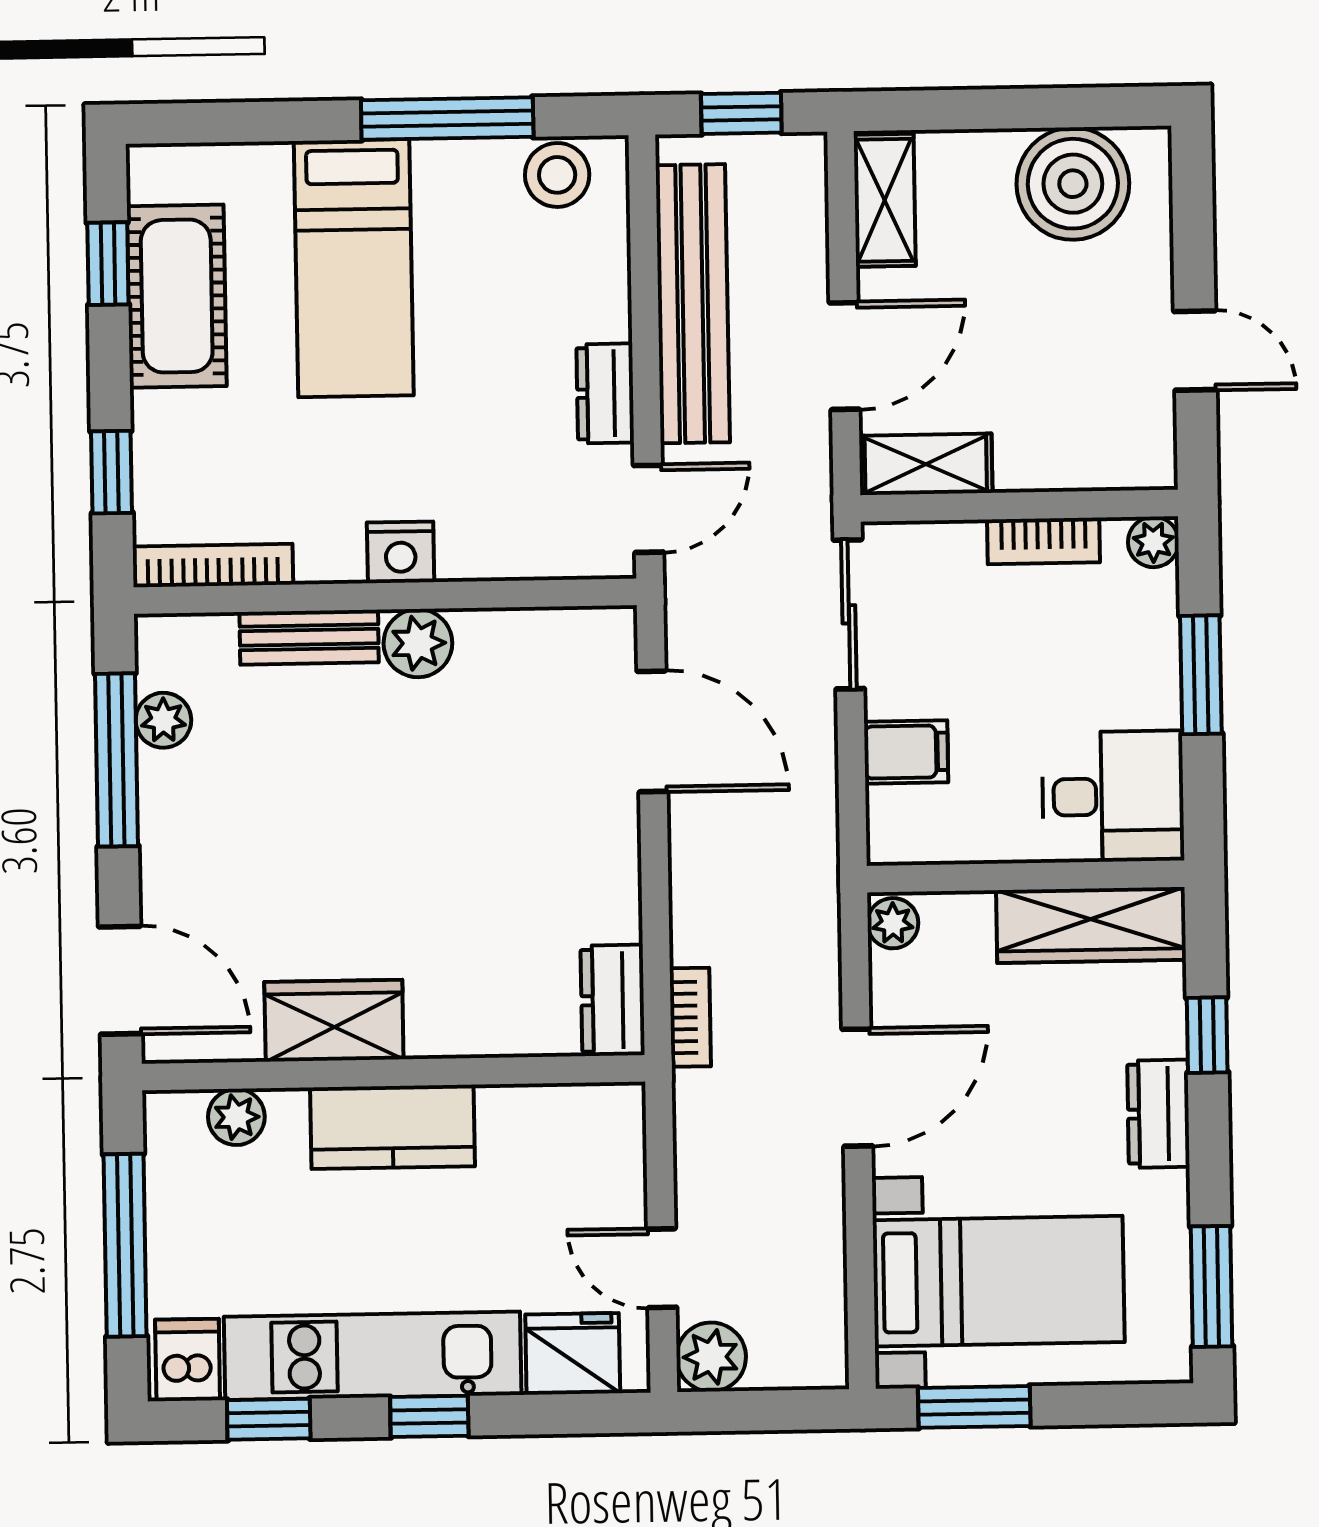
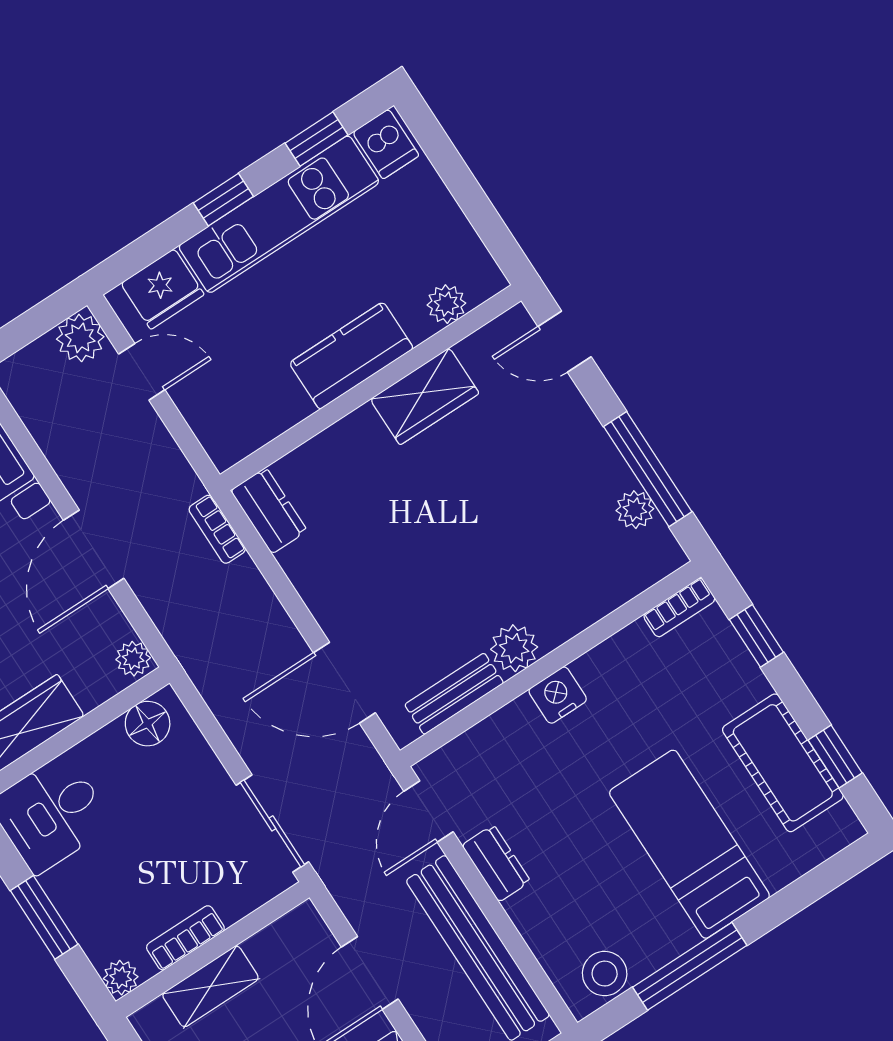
shelving: (926, 464) -> (210, 986), moved
bookcase: (213, 566) -> (679, 608), width x0.64
bench: (309, 637) -> (454, 694), moved
filing cabinet: (906, 752) -> (188, 764), removed
floor lamp: (925, 833) -> (148, 724), added
door: (120, 980) -> (565, 342), width x0.73
window: (125, 1245) -> (464, 188), removed

